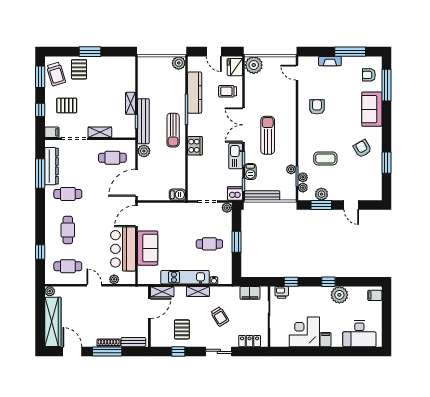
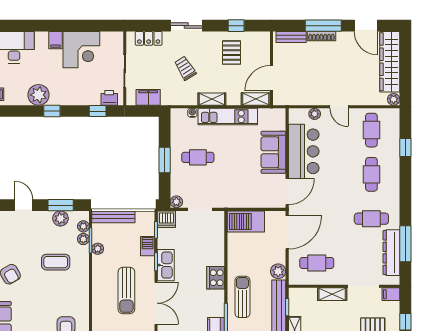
barbecue: (177, 195) -> (246, 221), width x1.88, depth x1.53
bench: (262, 195) -> (113, 217), moved
cafe table: (68, 266) -> (371, 130), turned 90

